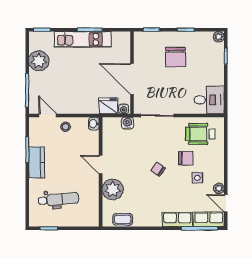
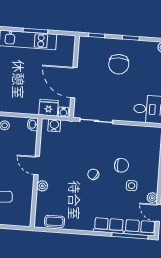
water cooler: (127, 123) -> (54, 125), moved
wheelchair: (200, 134) -> (138, 142), removed
plant: (113, 189) -> (42, 186), width x0.53, depth x0.53

